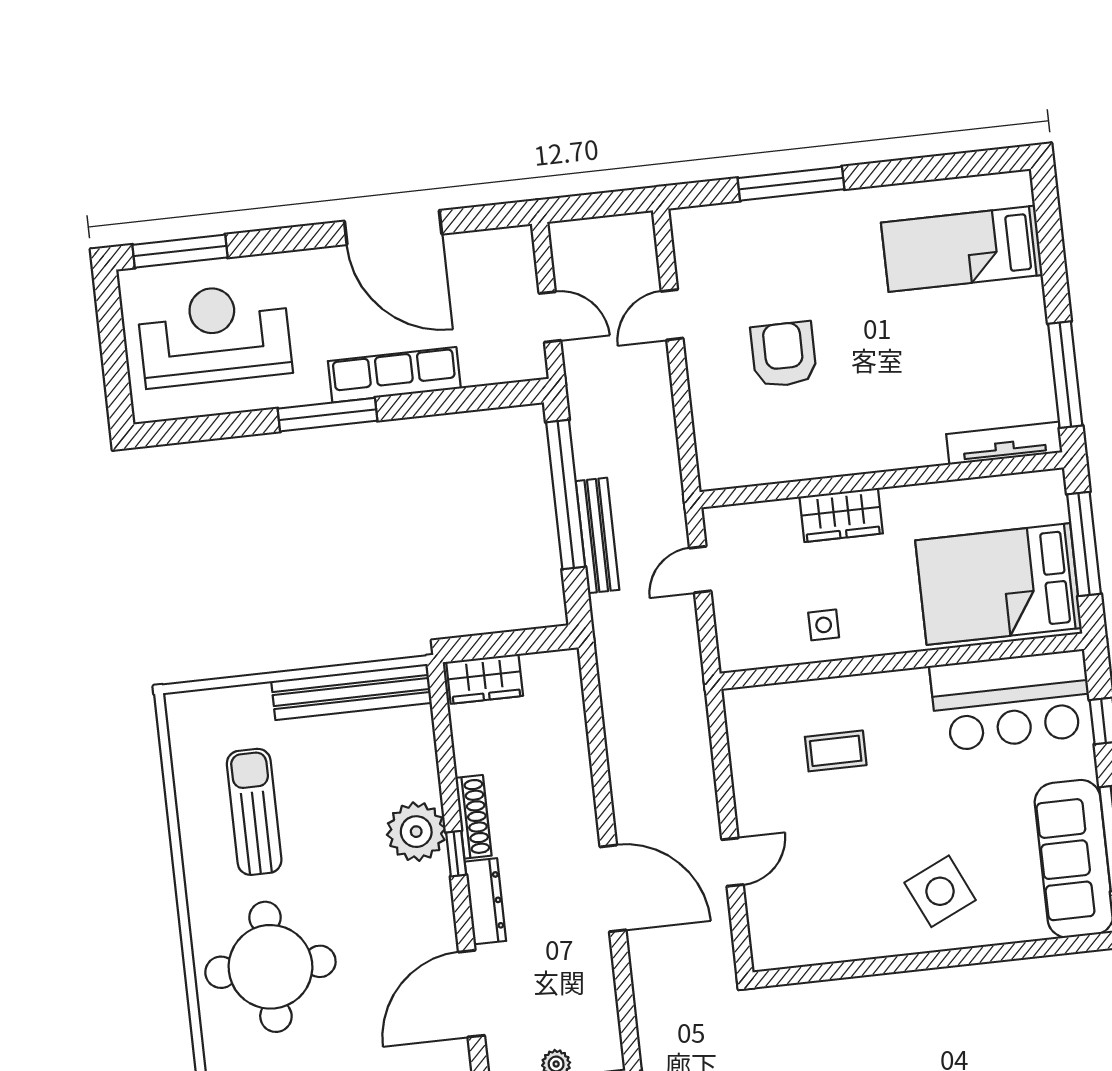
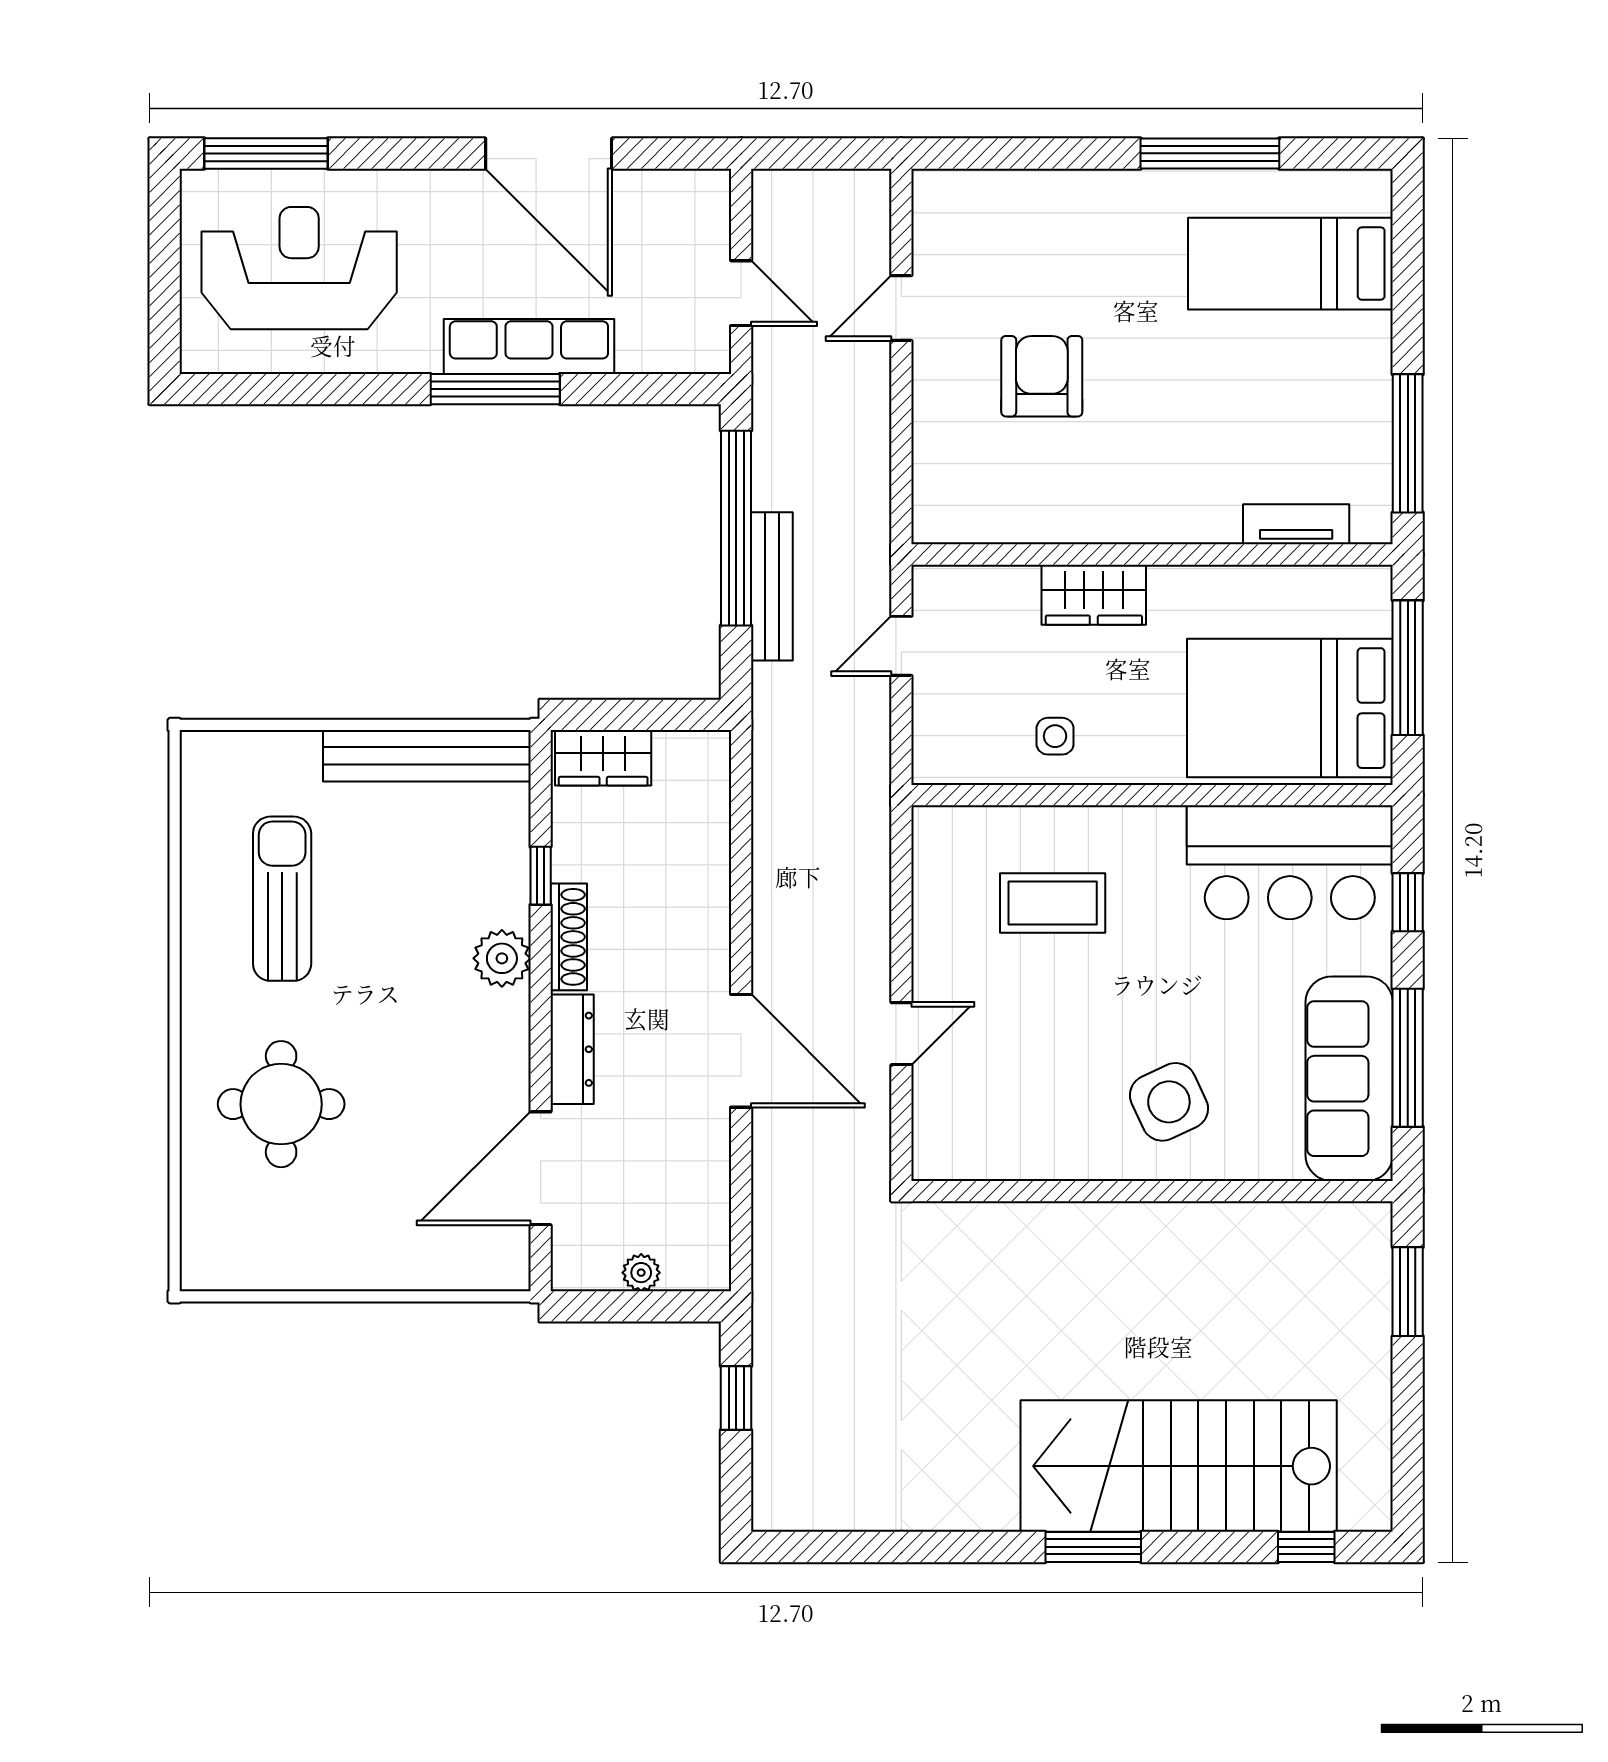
window: (791, 184) -> (1210, 153), moved
window: (328, 415) -> (495, 389), moved
tv unit: (1004, 443) -> (1296, 524), width x0.71
coffee table: (836, 751) -> (1053, 903), width x1.36, depth x1.30
plant: (416, 832) -> (502, 958), width x0.73, depth x0.73
window: (456, 854) -> (541, 876), moved
round table: (270, 967) -> (281, 1104), width x0.73, depth x0.73

